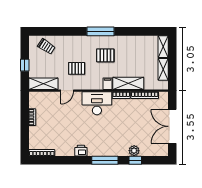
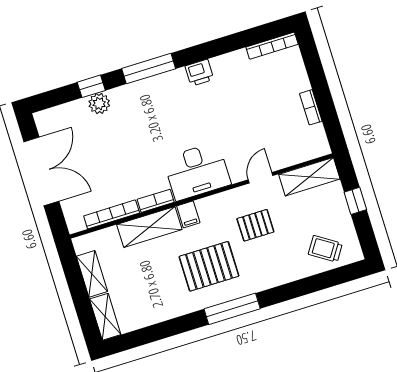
pallet: (105, 55) -> (209, 266), width x1.50, depth x1.42

